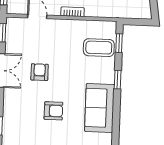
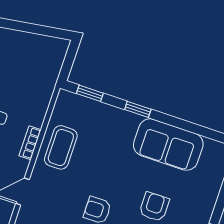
coffee table: (99, 48) -> (61, 147), moved

